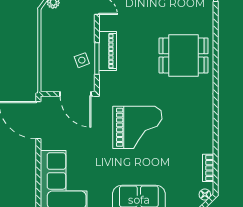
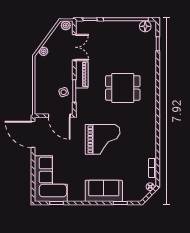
piano: (108, 51) -> (82, 74), moved
dining table: (184, 55) -> (123, 88), moved

